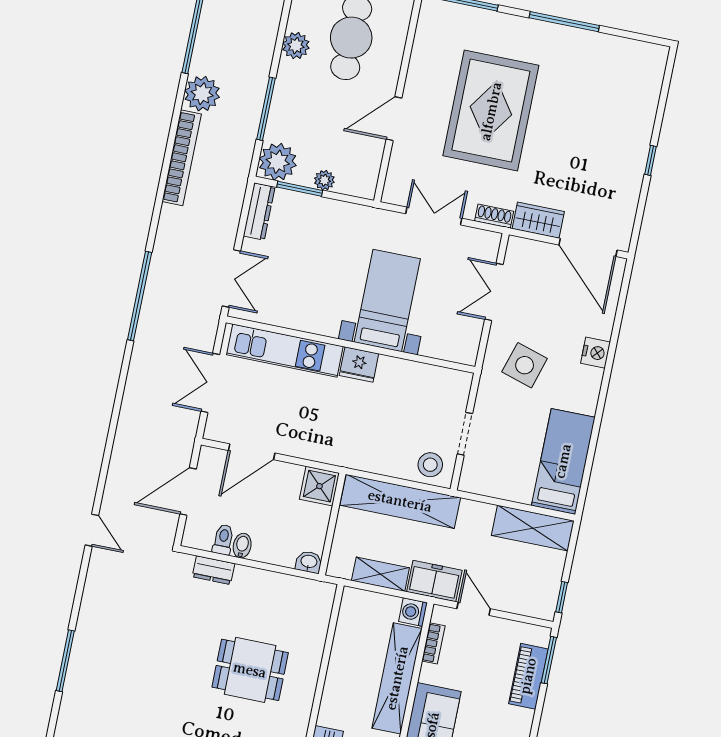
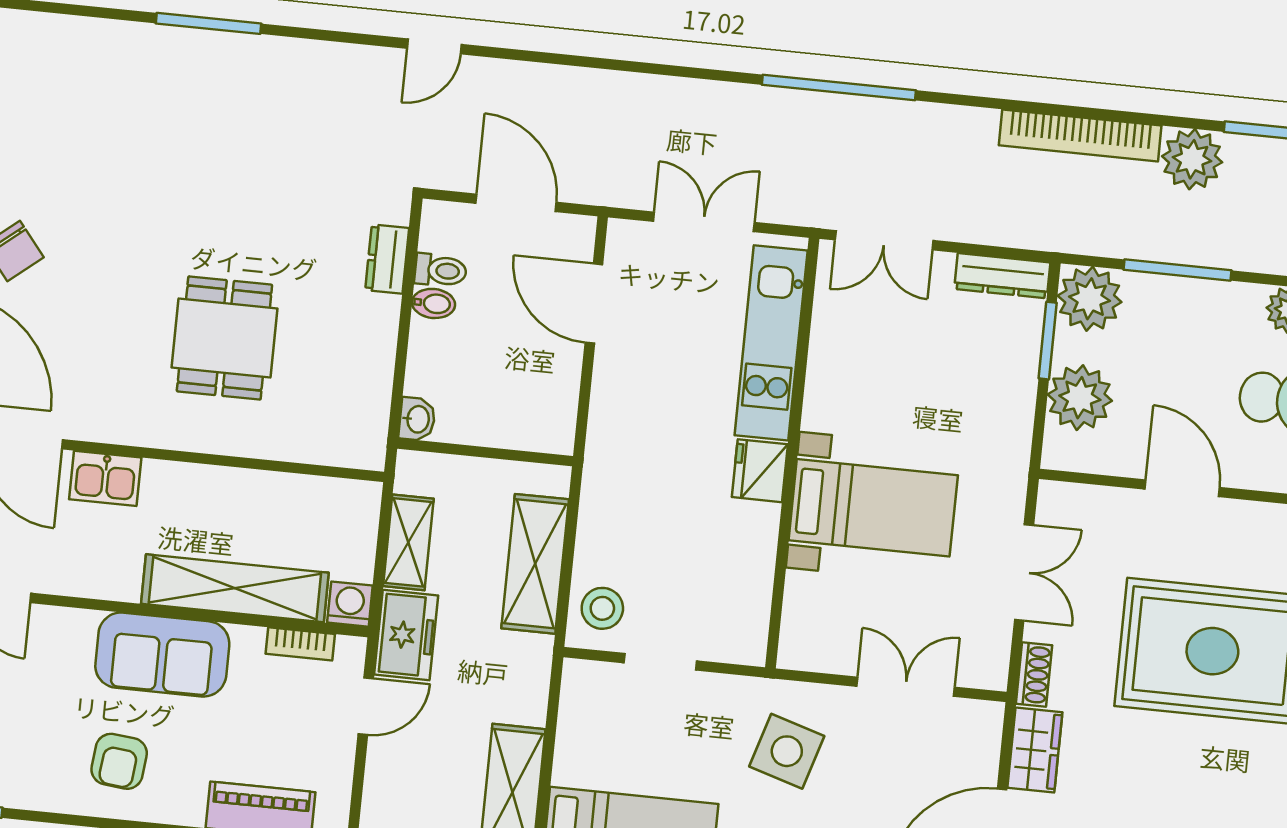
plant: (324, 180) -> (1080, 398), width x1.87, depth x1.87
shower: (319, 486) -> (547, 424), removed
shelving: (400, 501) -> (535, 564), width x0.68

